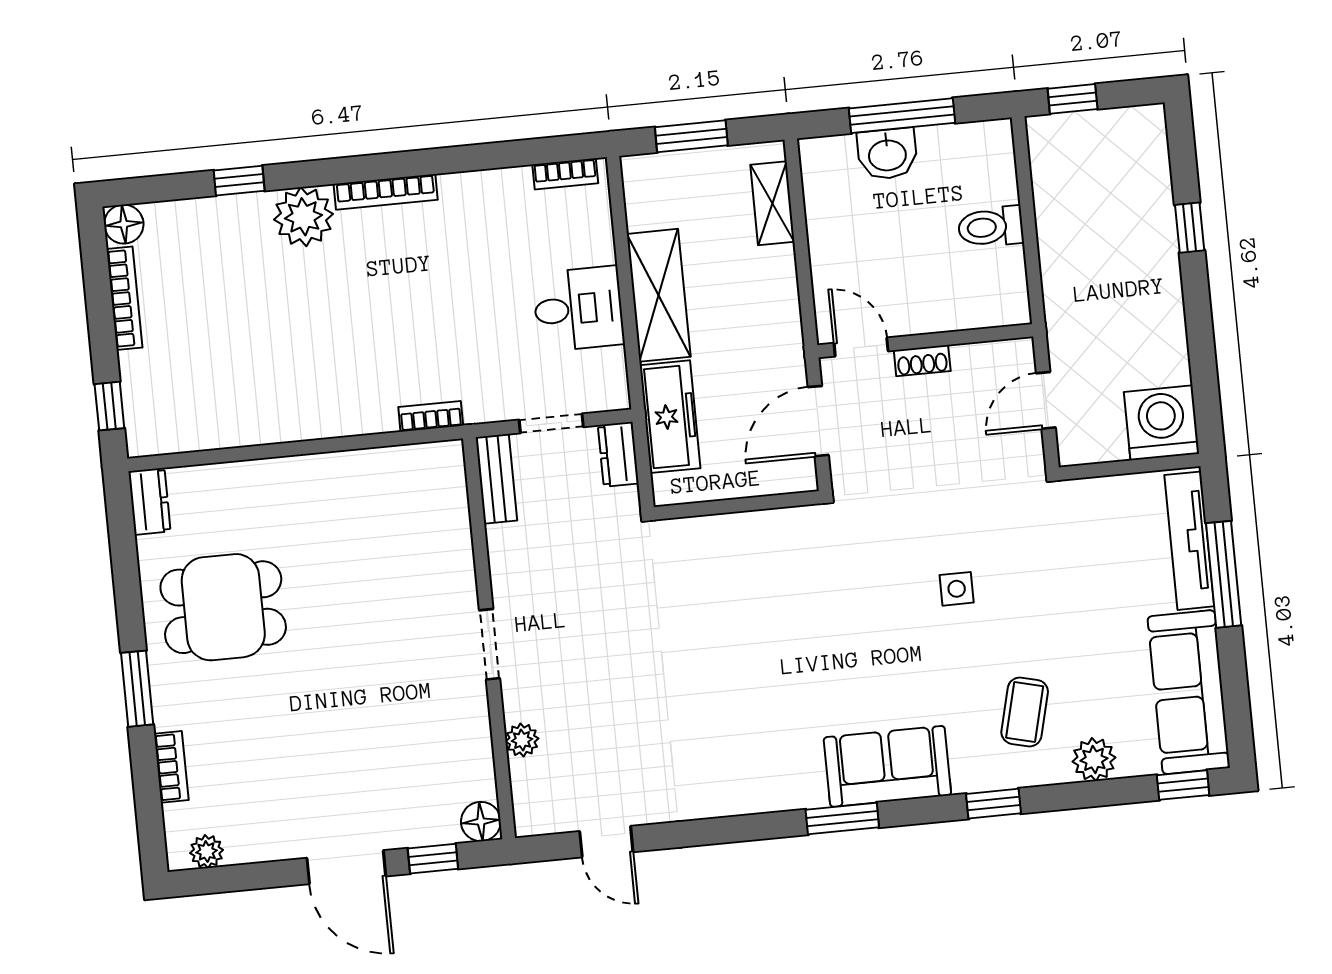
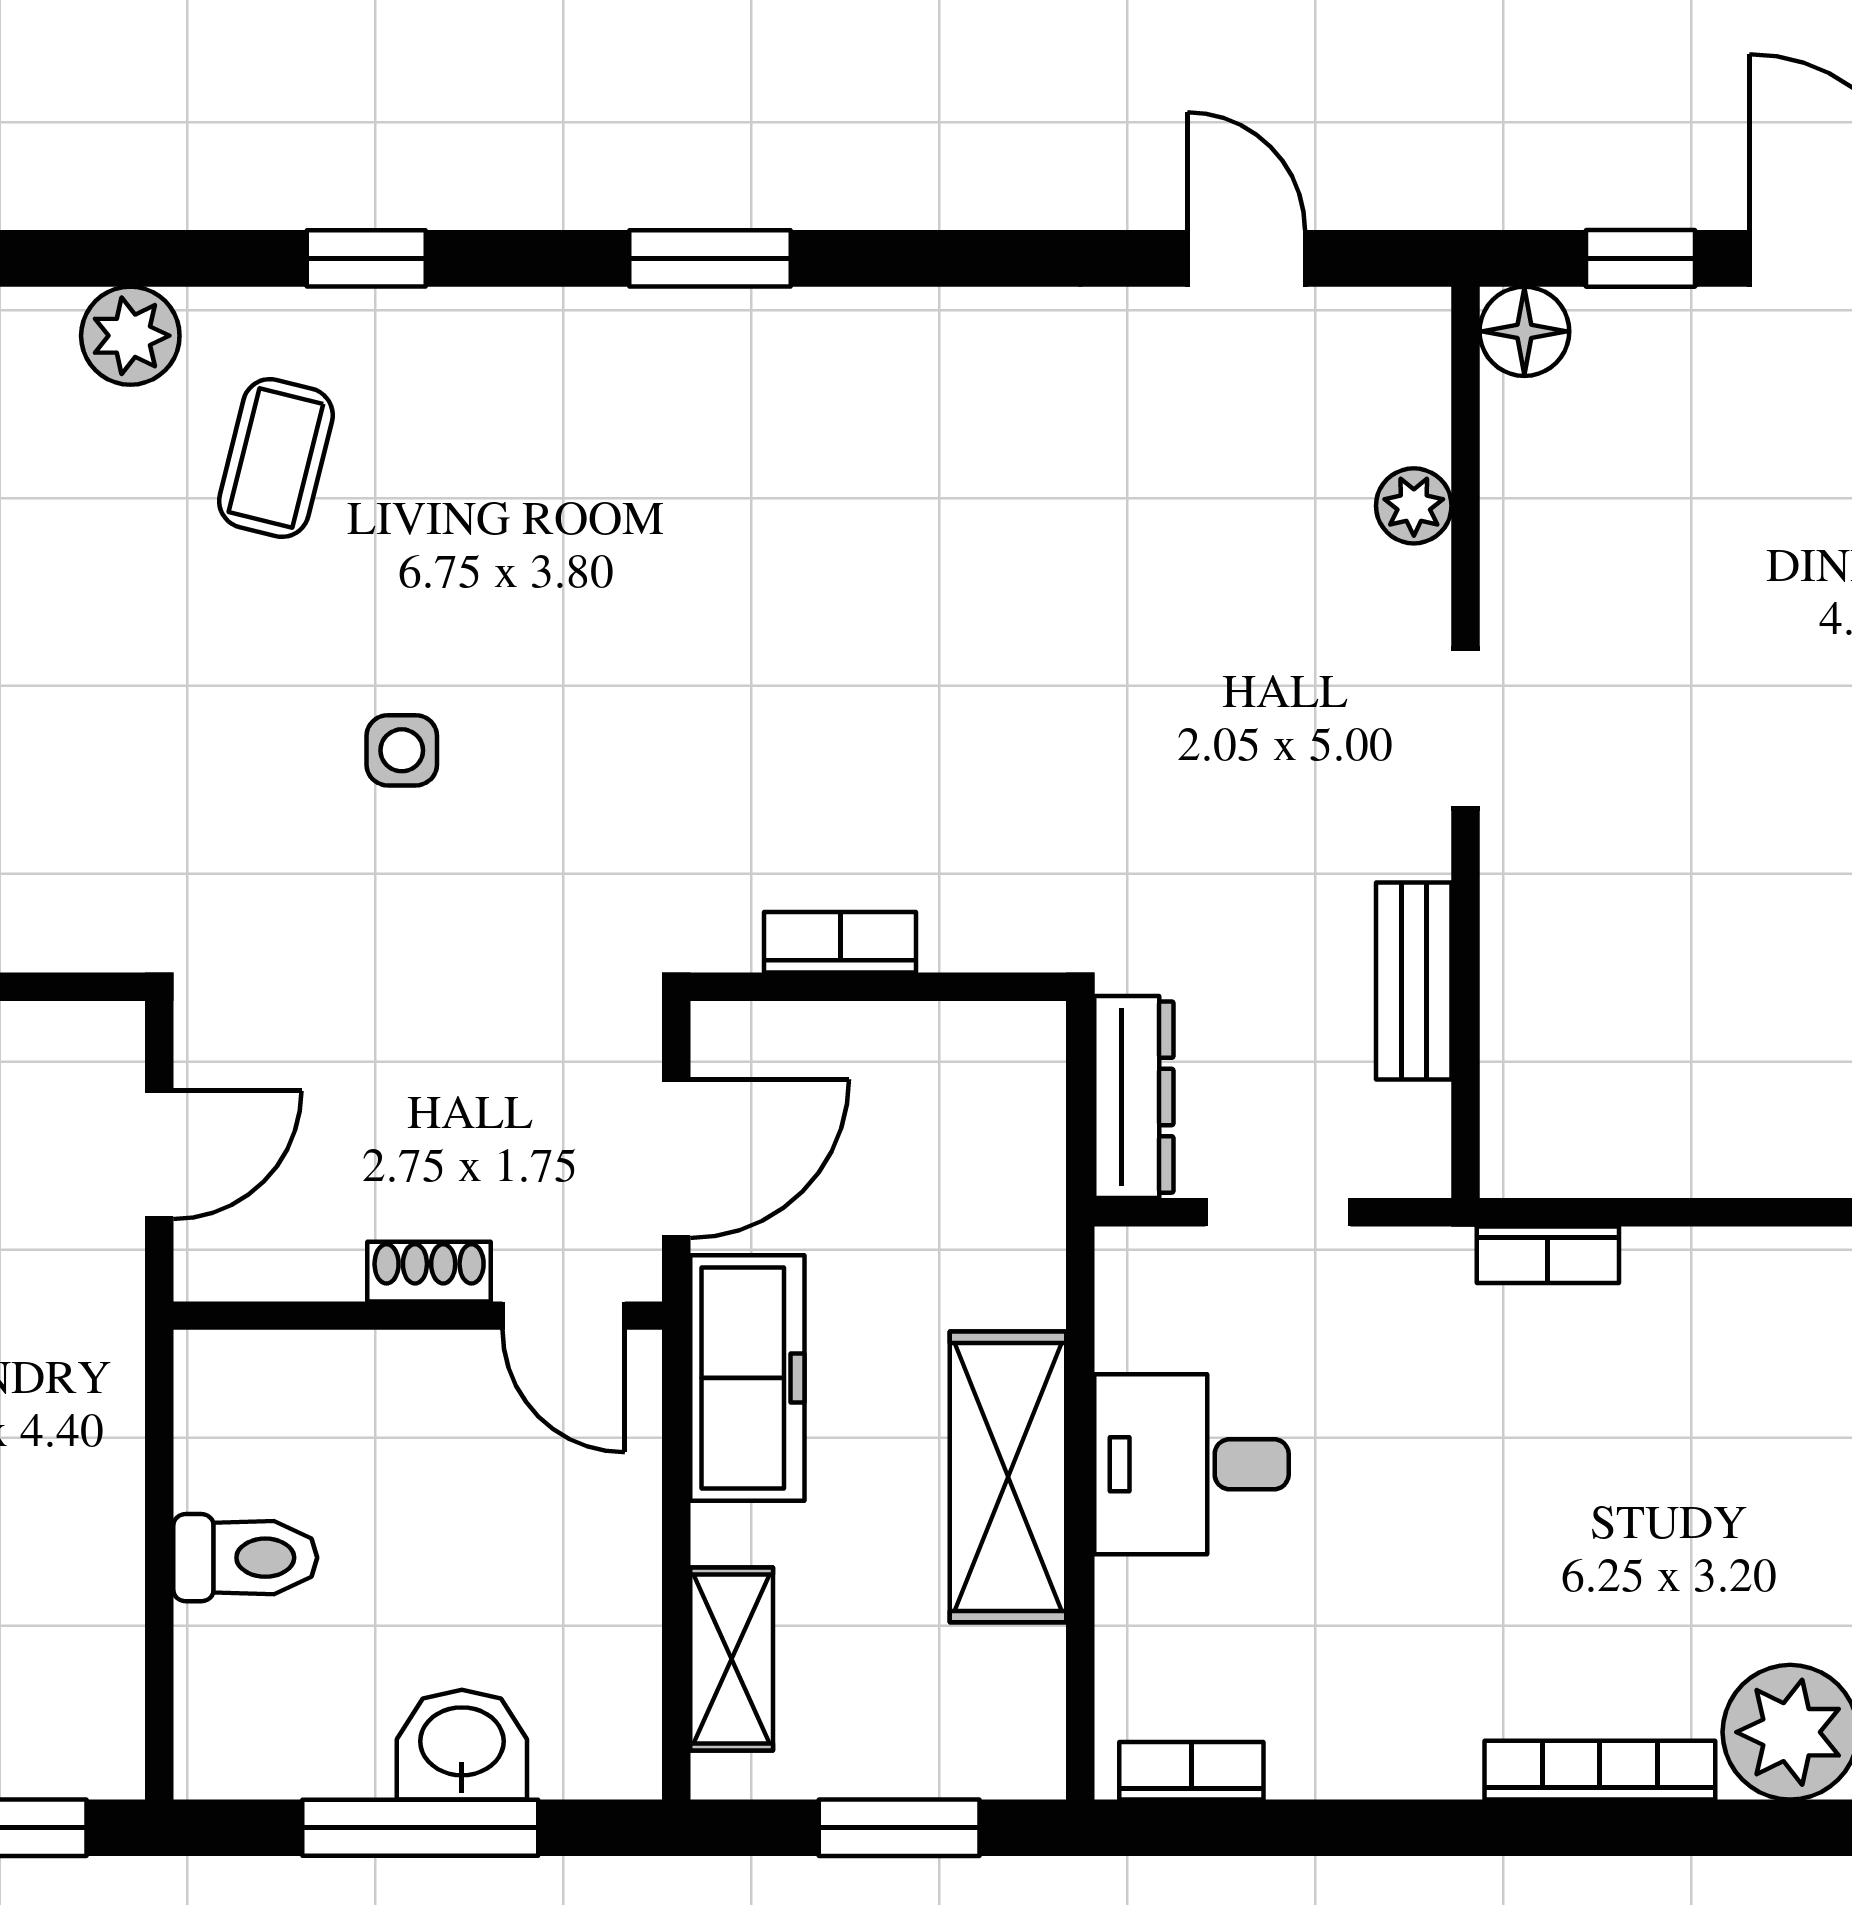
freezer: (670, 417) -> (747, 1378), moved, turned 180
dresser: (618, 454) -> (1134, 1097), width x1.44
bench: (496, 479) -> (1414, 981), moved
bookcase: (756, 523) -> (840, 942), added
sofa: (887, 766) -> (597, 366), removed

